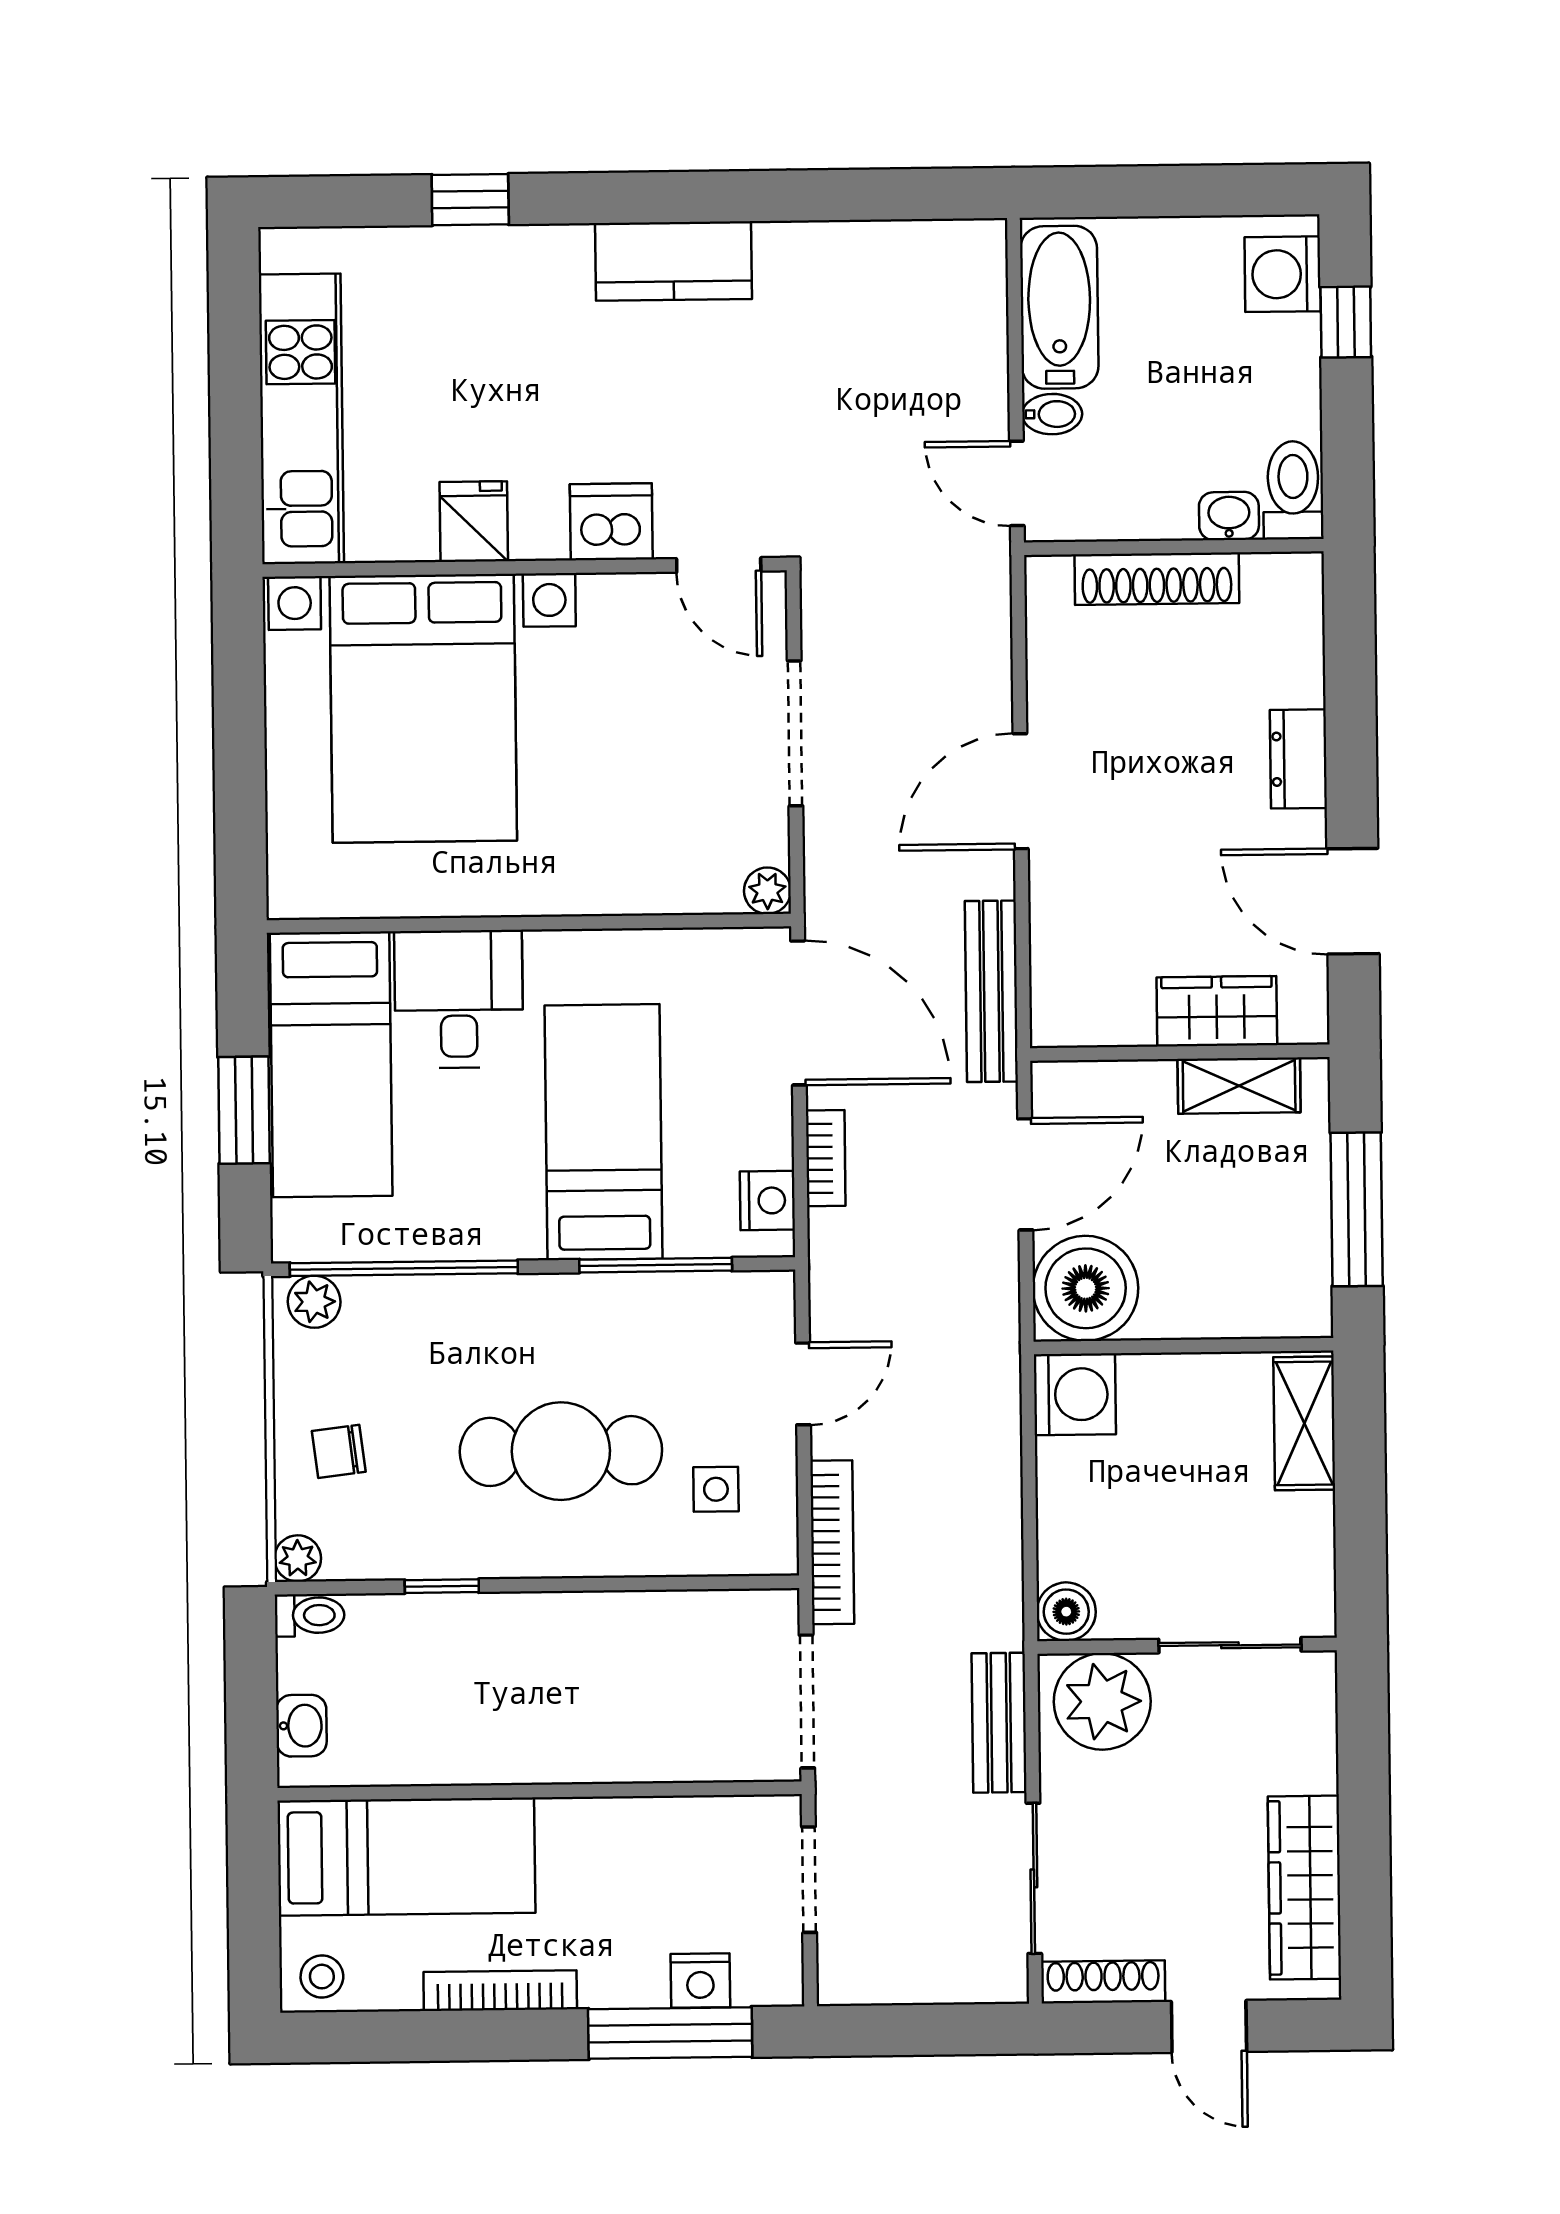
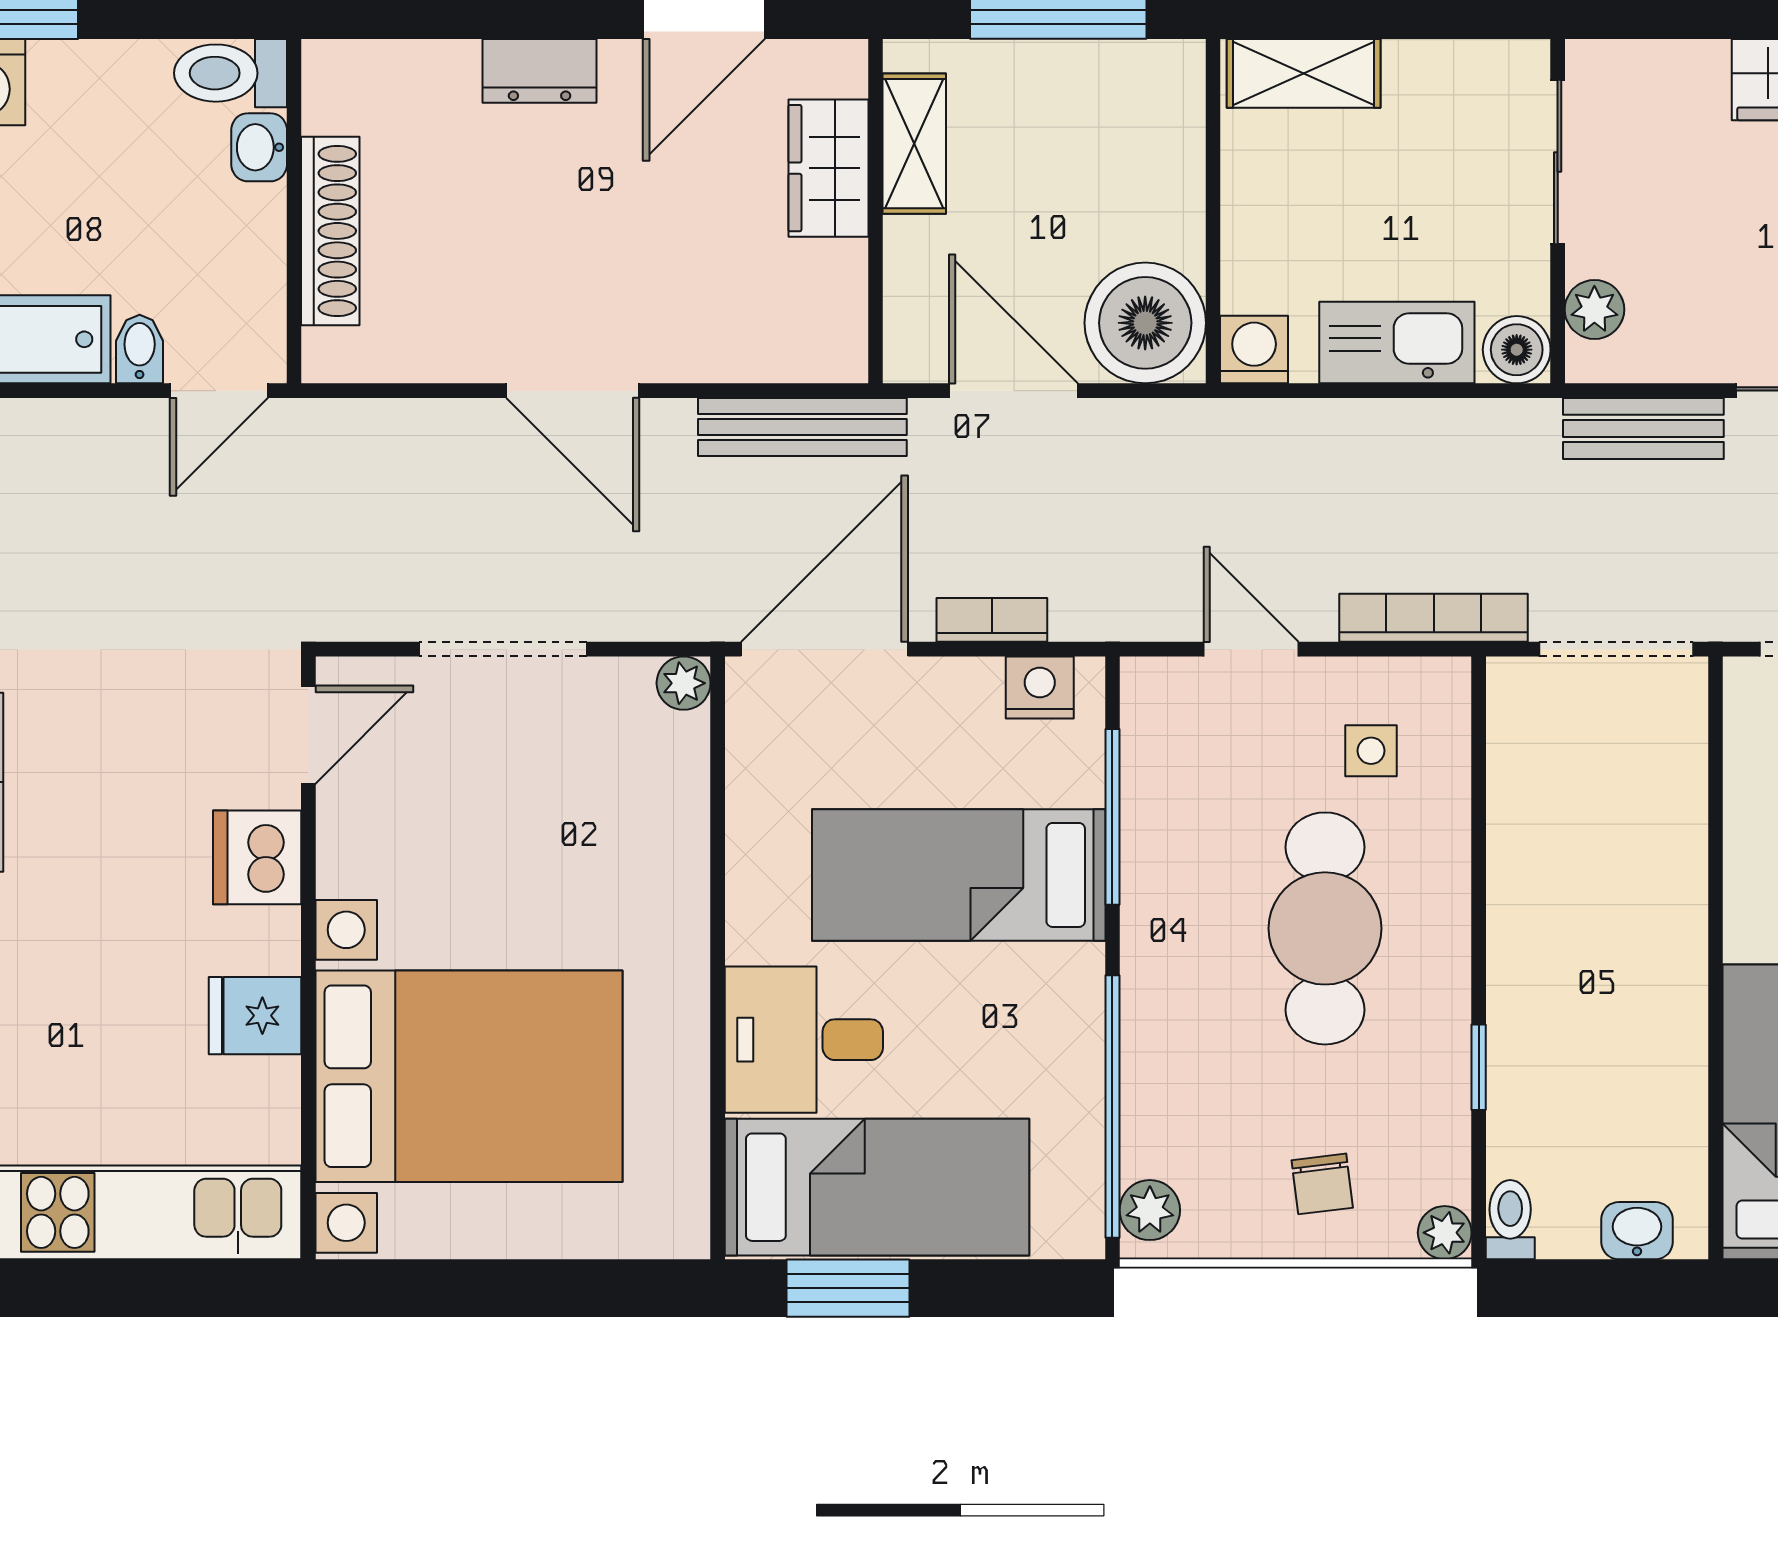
window: (244, 1110) -> (848, 1288), moved
washing machine: (1075, 1394) -> (1254, 350), width x0.73, depth x0.73
kitchen sink: (1071, 1507) -> (1397, 343), added
plant: (1102, 1701) -> (1594, 309), width x0.53, depth x0.53

